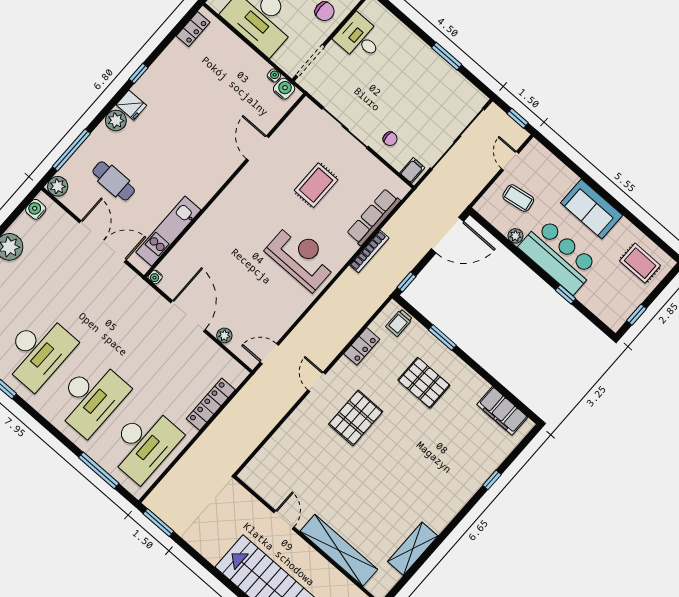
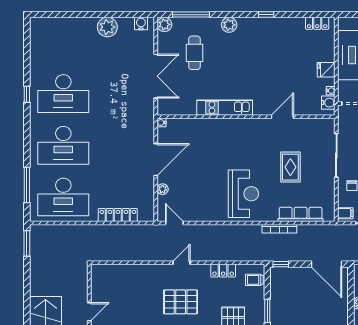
fridge: (131, 105) -> (326, 70), moved, turned 90
rug: (316, 185) -> (290, 167), turned 90
kitchen unit: (168, 231) -> (225, 108), moved

